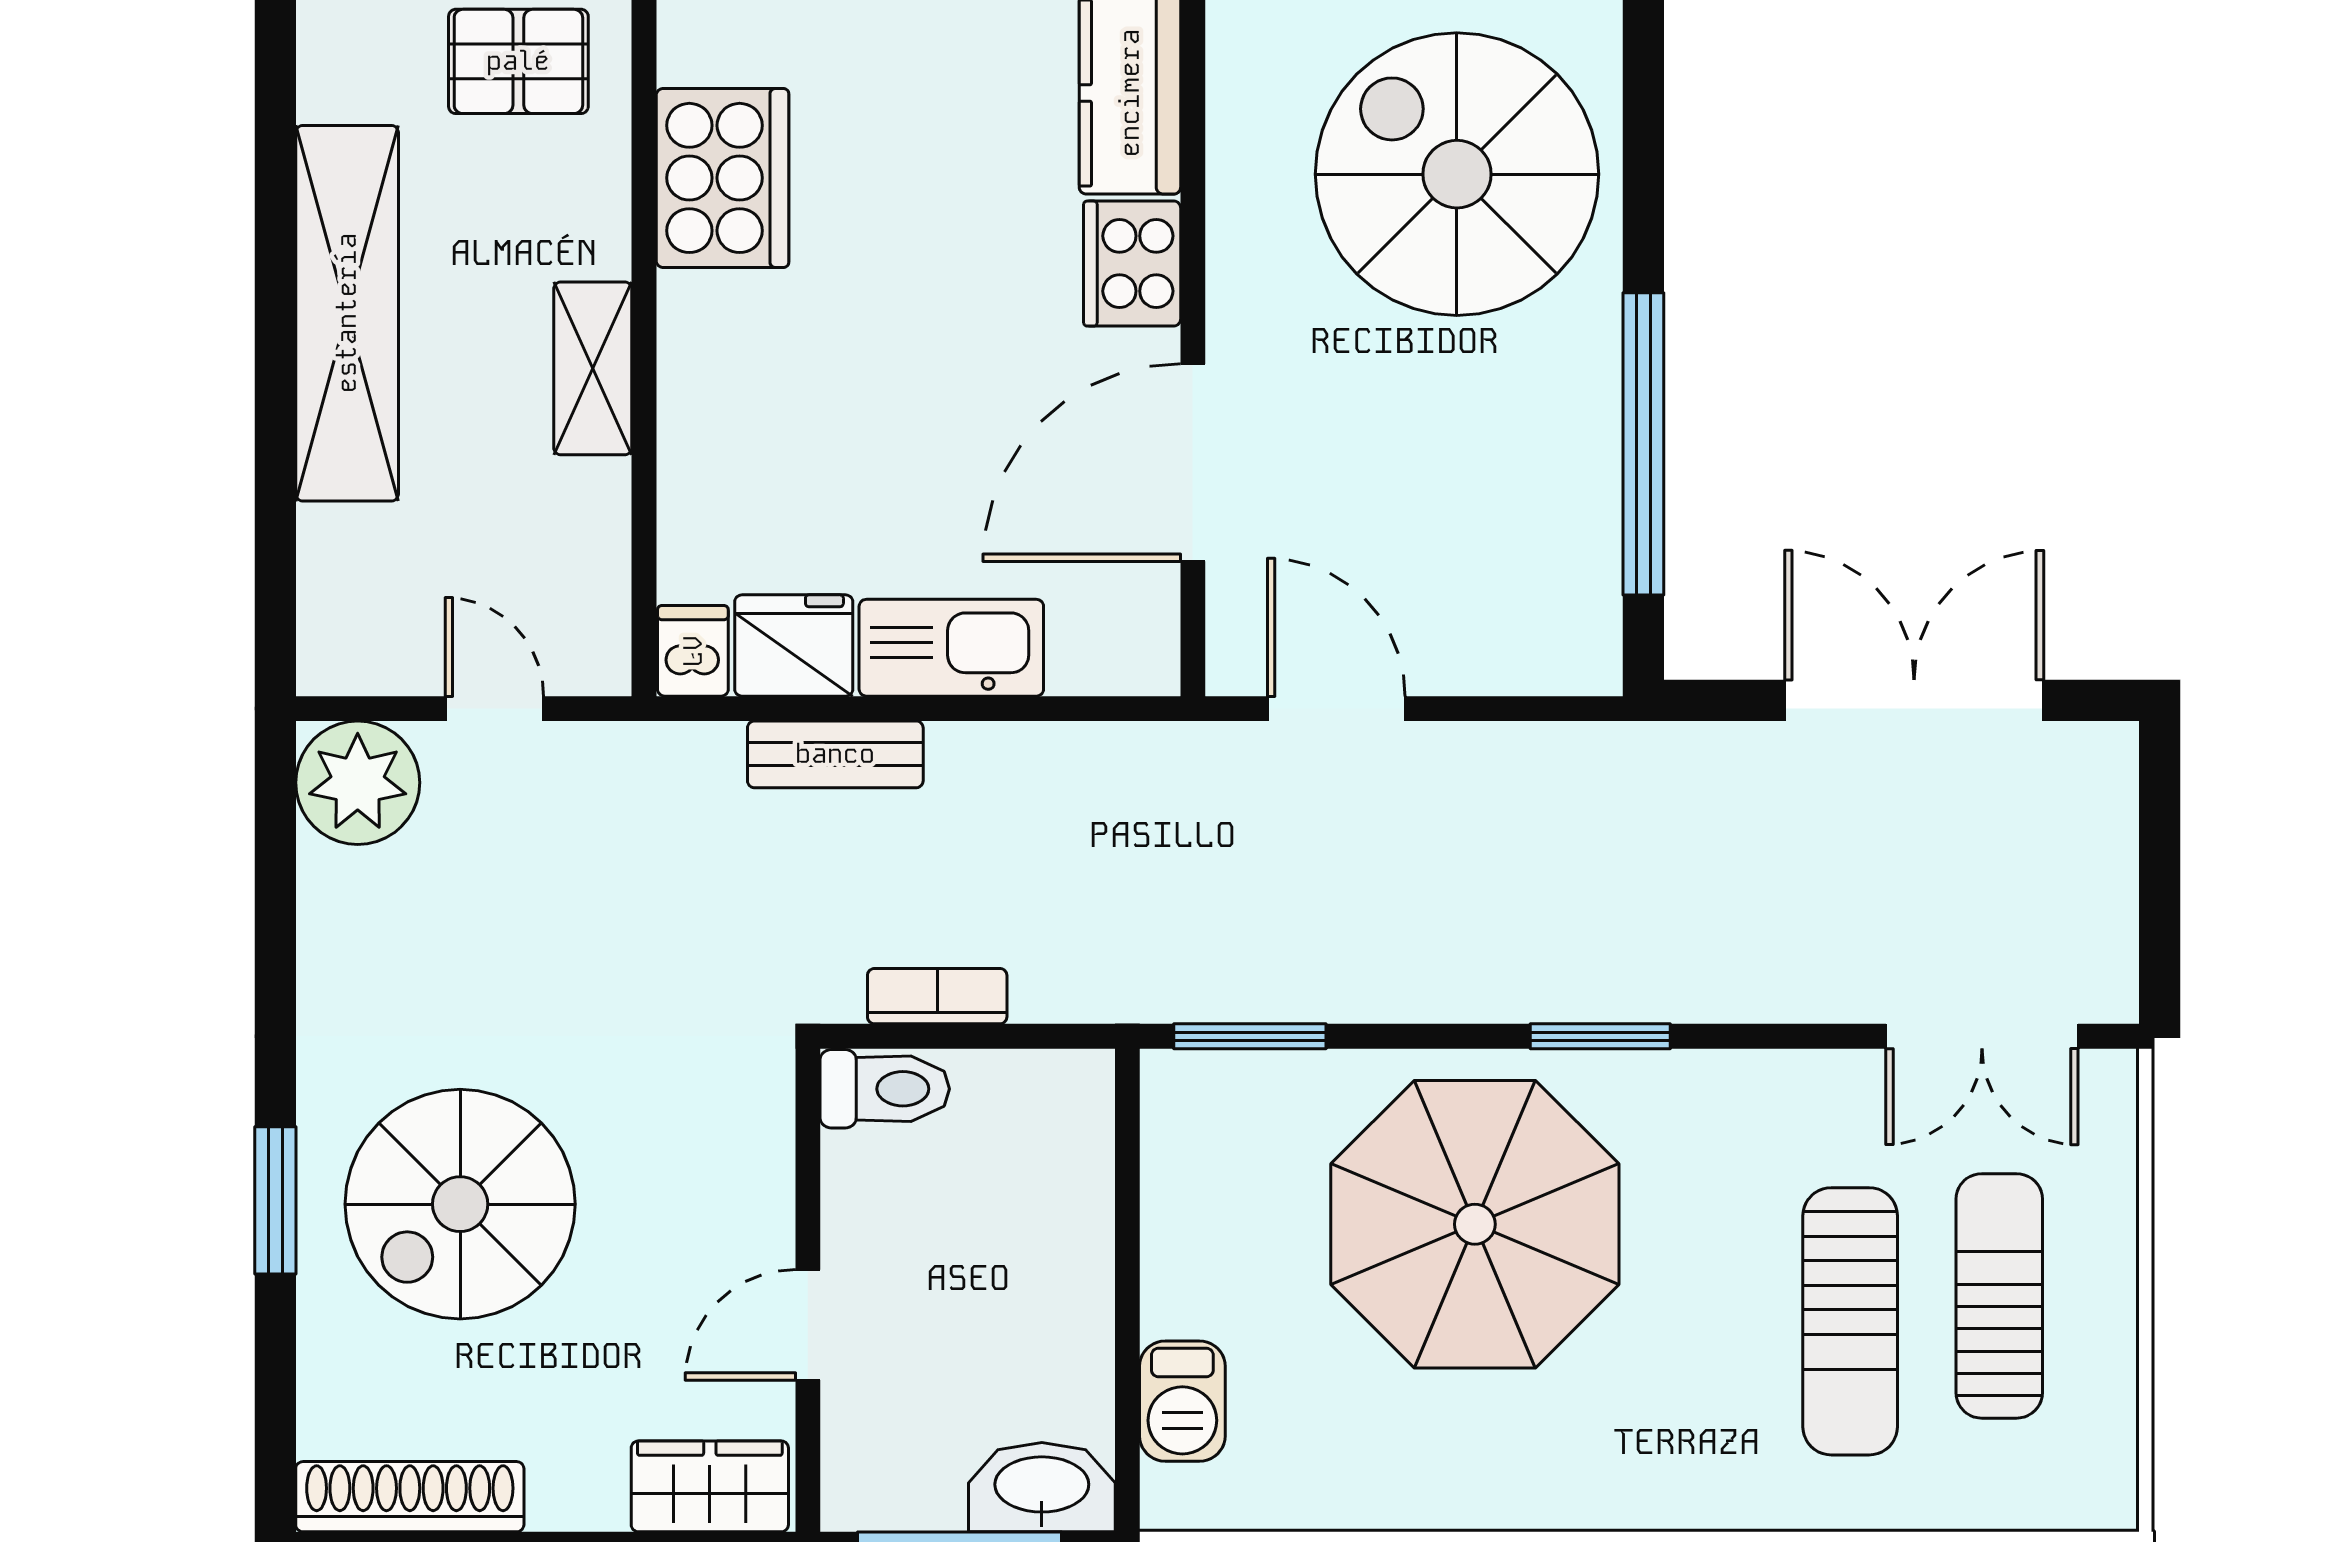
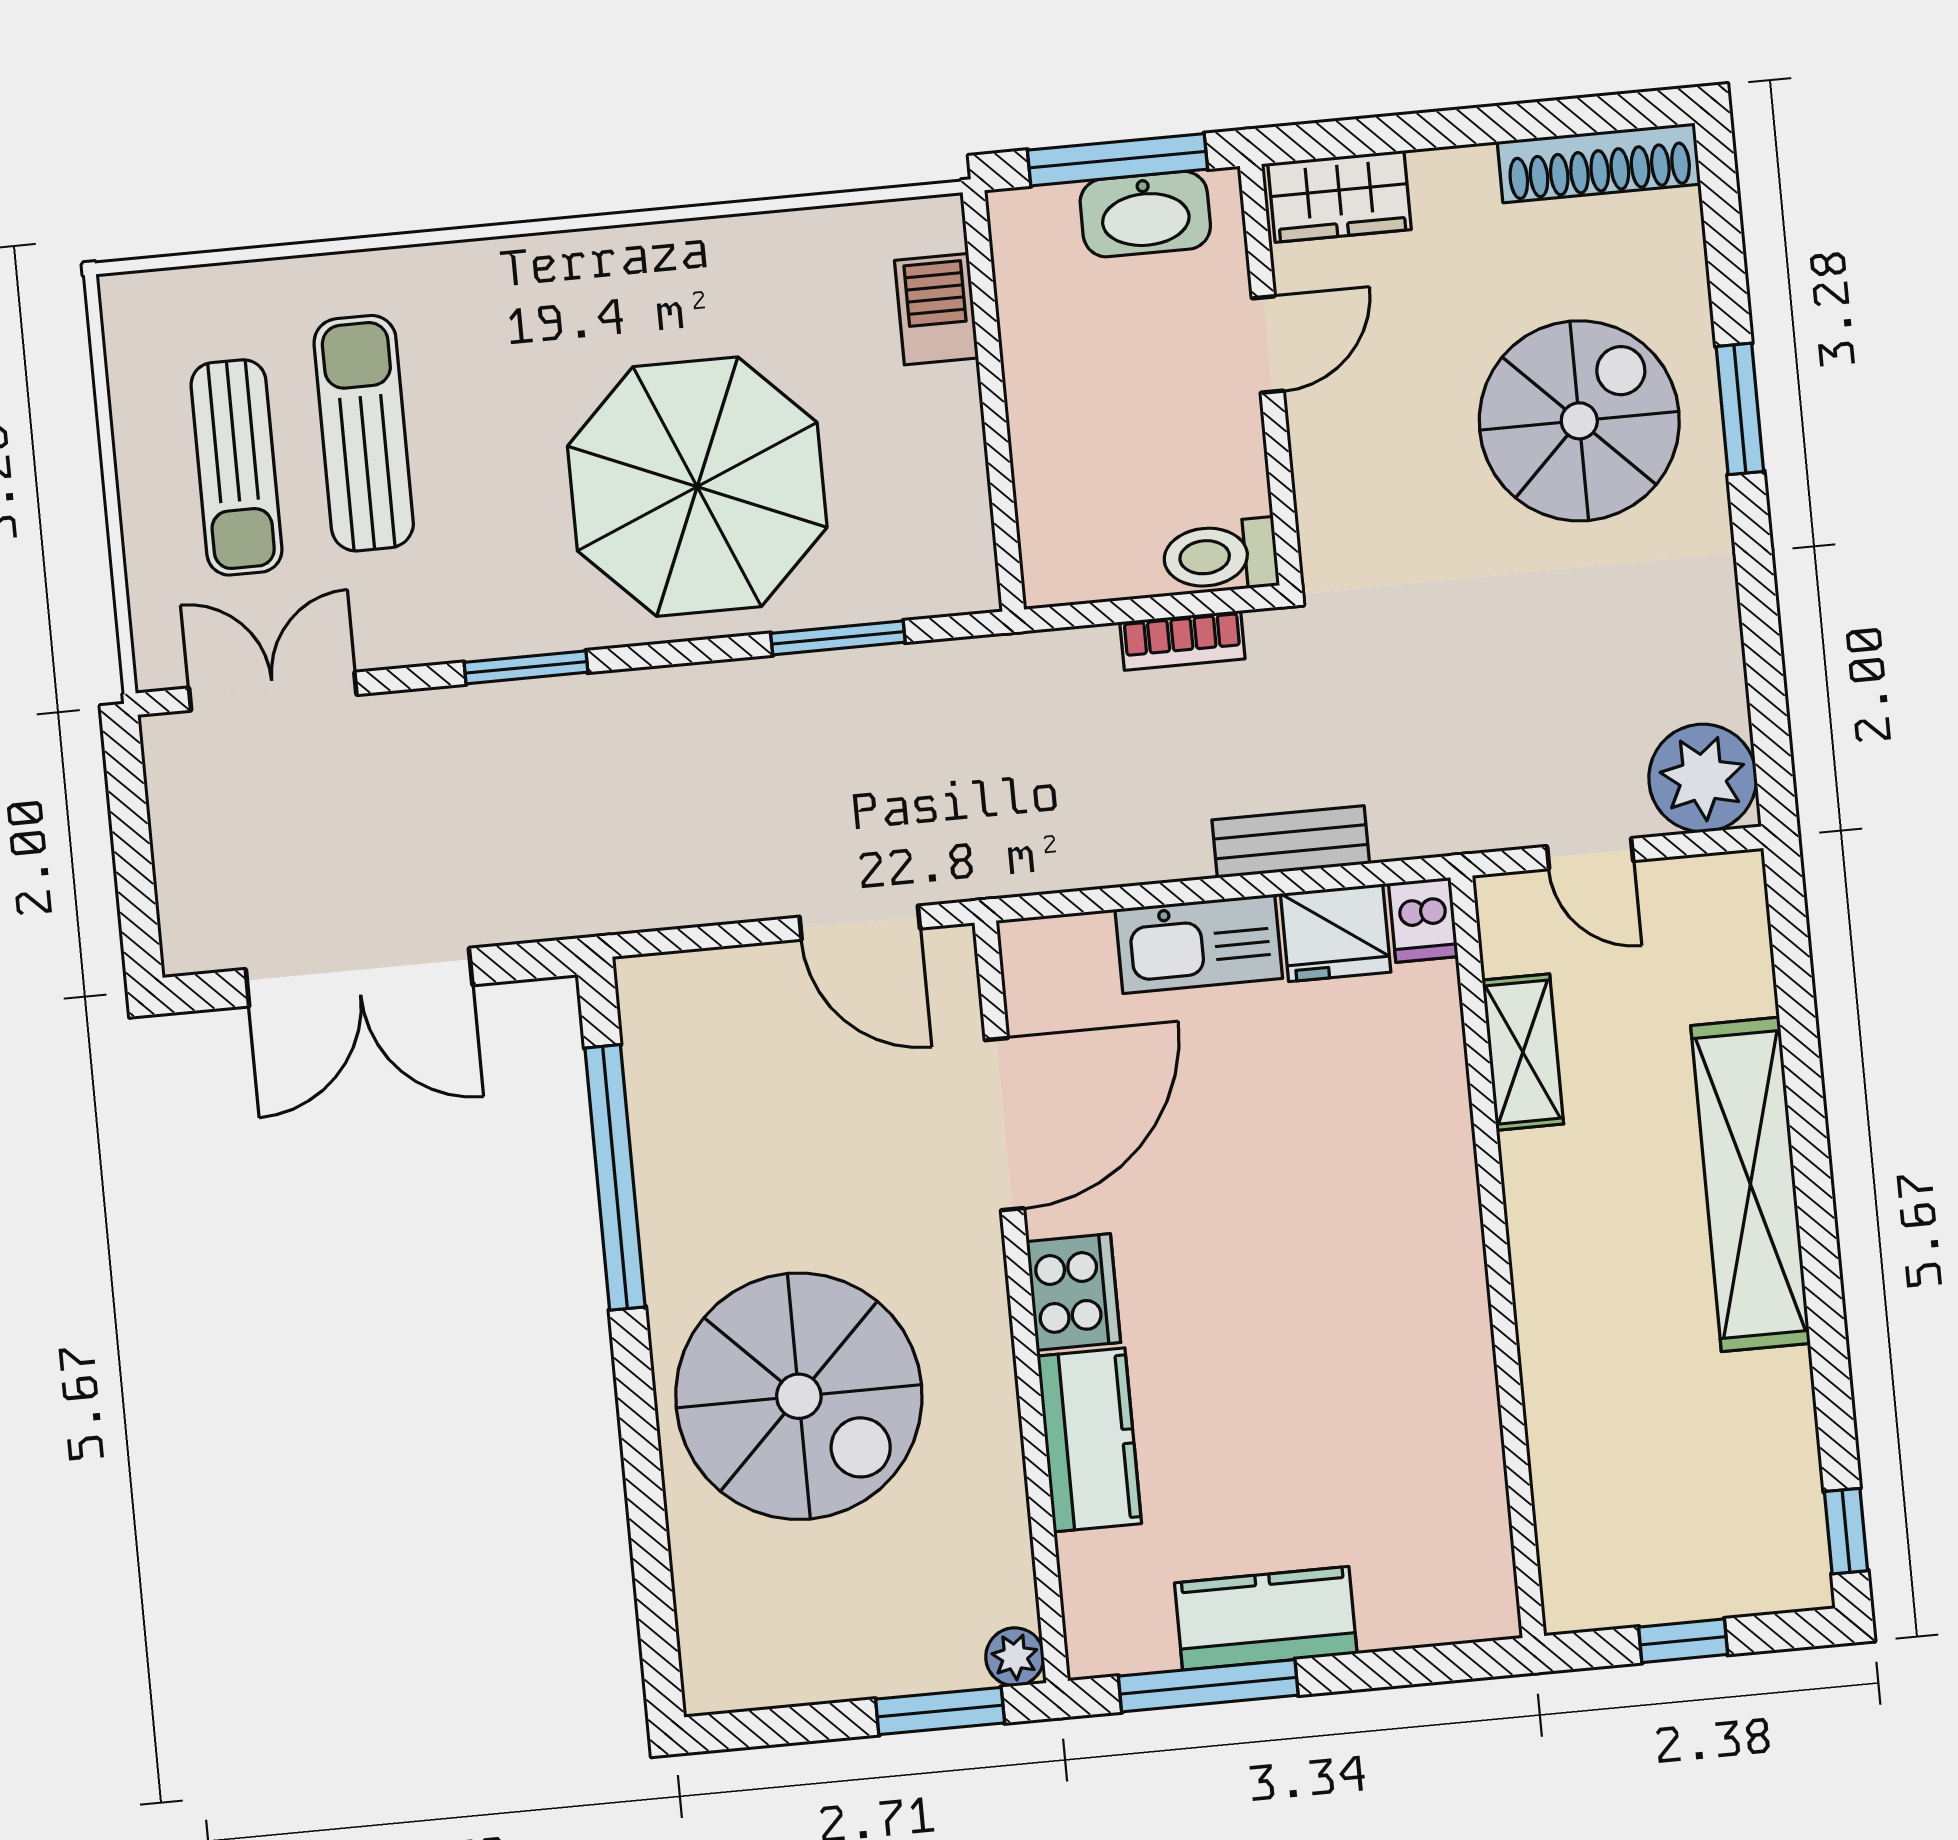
pallet: (518, 61) -> (1622, 1417), removed
cooker: (722, 178) -> (1436, 1333), removed
shelving: (593, 368) -> (1523, 1052), moved
window: (1250, 1036) -> (838, 638), moved
window: (1600, 1036) -> (526, 667), moved
washbasin: (1042, 1487) -> (1145, 214), moved

